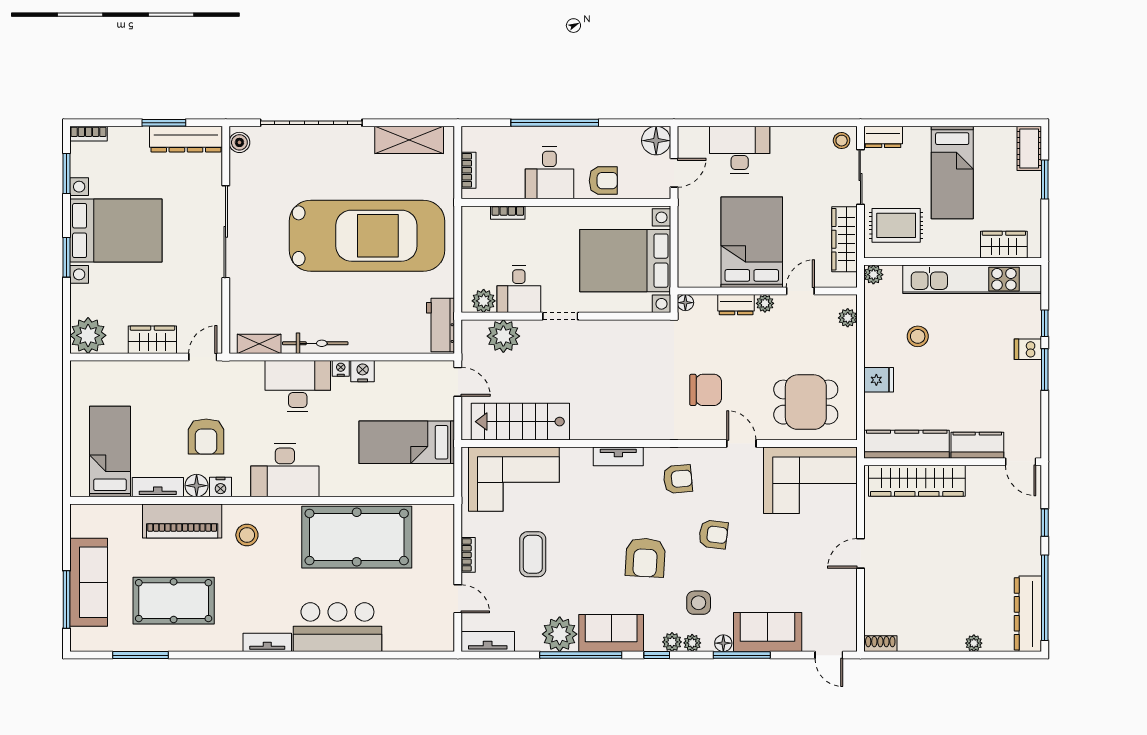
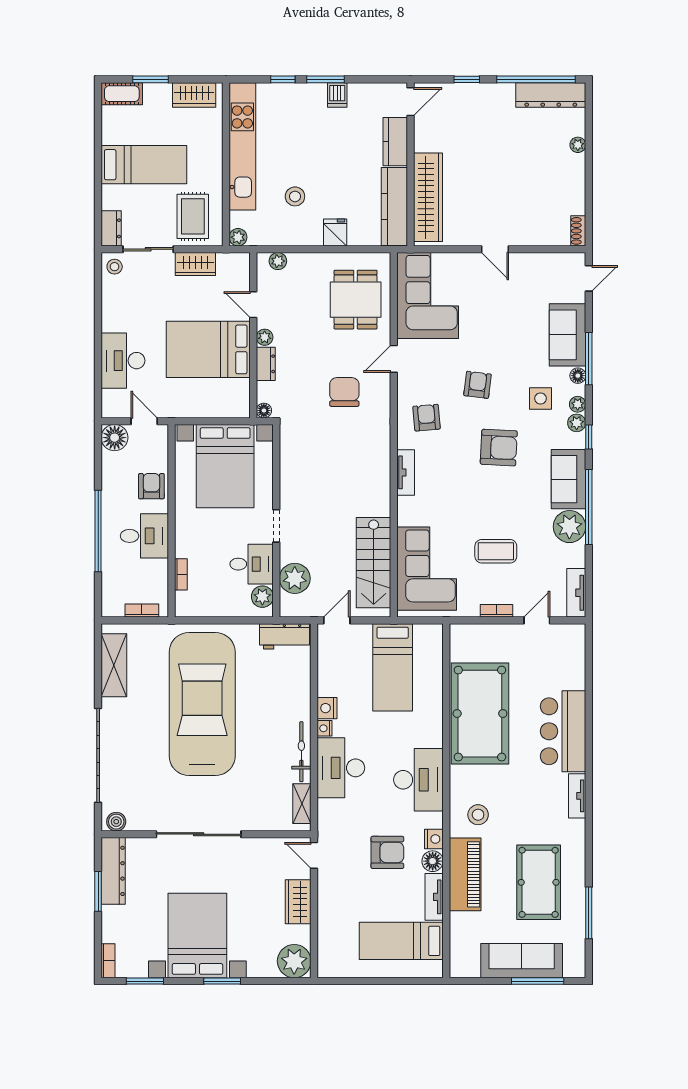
wardrobe: (844, 239) -> (195, 264), width x0.67
wardrobe: (1004, 245) -> (194, 95), moved, turned -90
dishwasher: (1028, 349) -> (337, 95), moved

